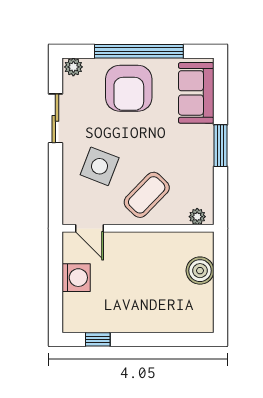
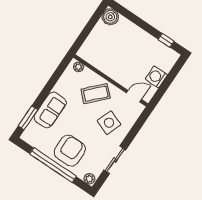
sofa: (196, 93) -> (50, 110), moved
window: (220, 146) -> (28, 118), moved
door: (89, 228) -> (134, 96), hinge flipped
boiler: (200, 271) -> (110, 17), moved

